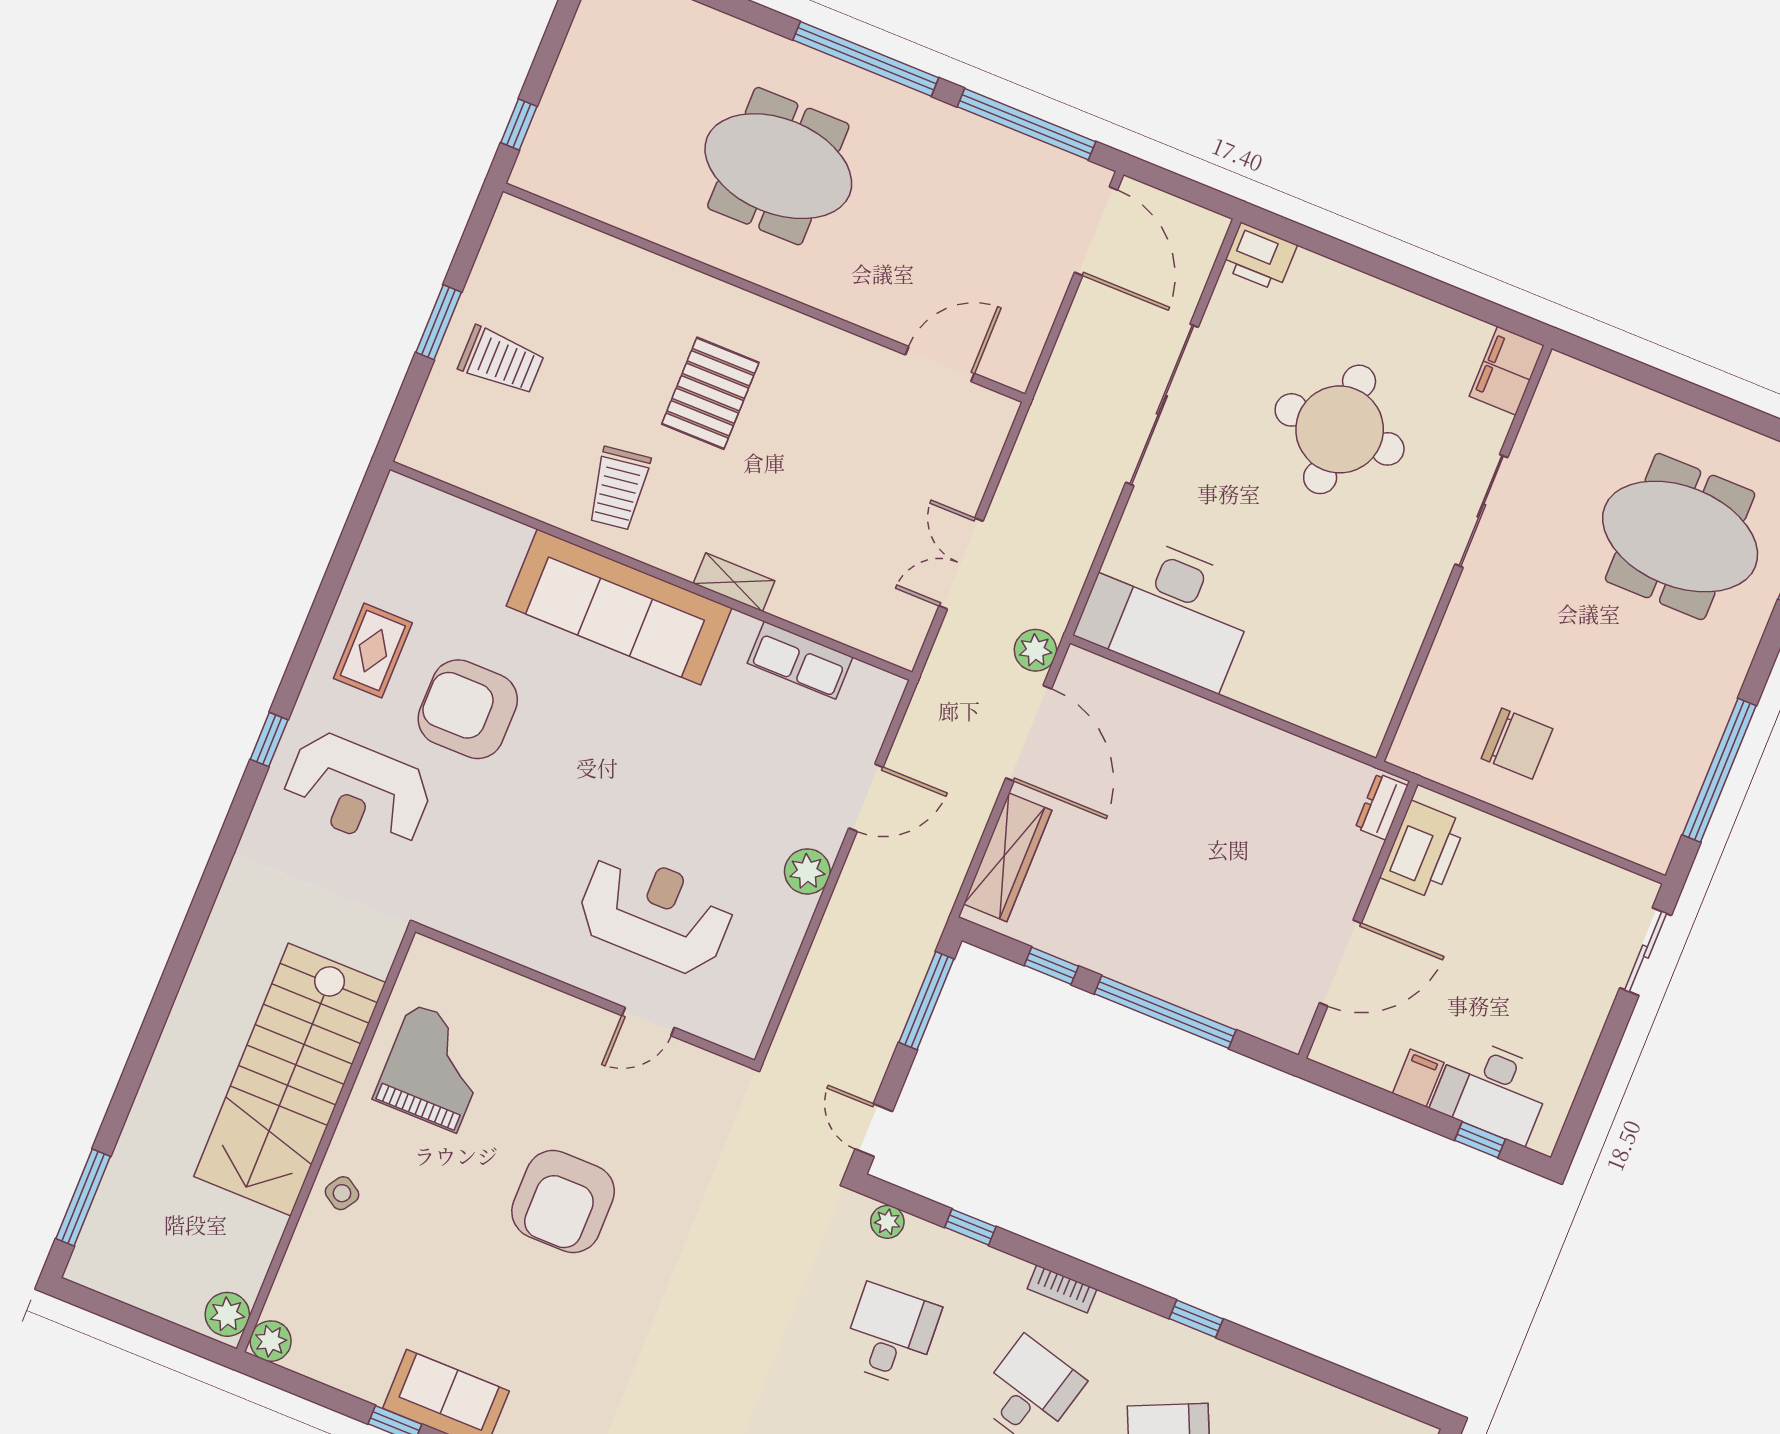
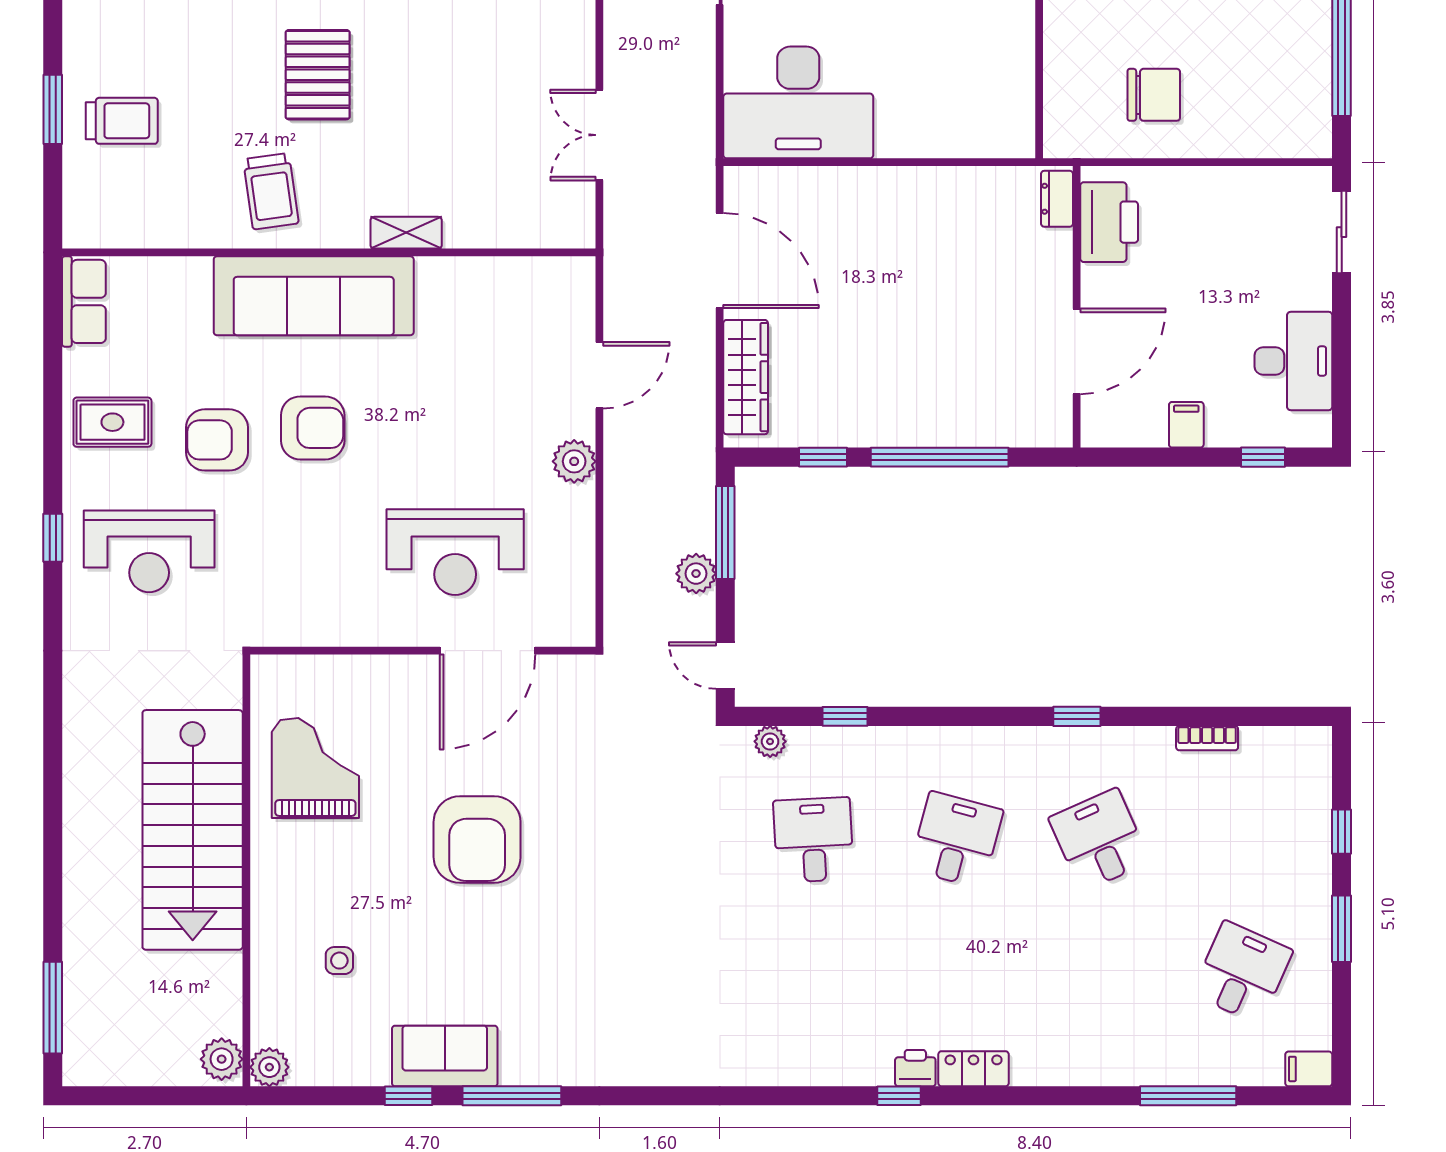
plant: (1035, 650) -> (696, 574), moved
rug: (373, 651) -> (112, 422), turned 90
row of seats: (800, 660) -> (84, 301), moved, turned -90
armchair: (468, 709) -> (217, 440), width x0.73, depth x0.73
armchair: (566, 735) -> (313, 428), added
reception desk: (655, 913) -> (455, 552), turned 180
door: (648, 1022) -> (488, 651), width x1.87
desk: (1492, 1090) -> (1293, 361), moved, turned -90
side table: (342, 1193) -> (339, 961), moved, turned -33
bookcase: (1062, 1289) -> (1207, 738), moved

